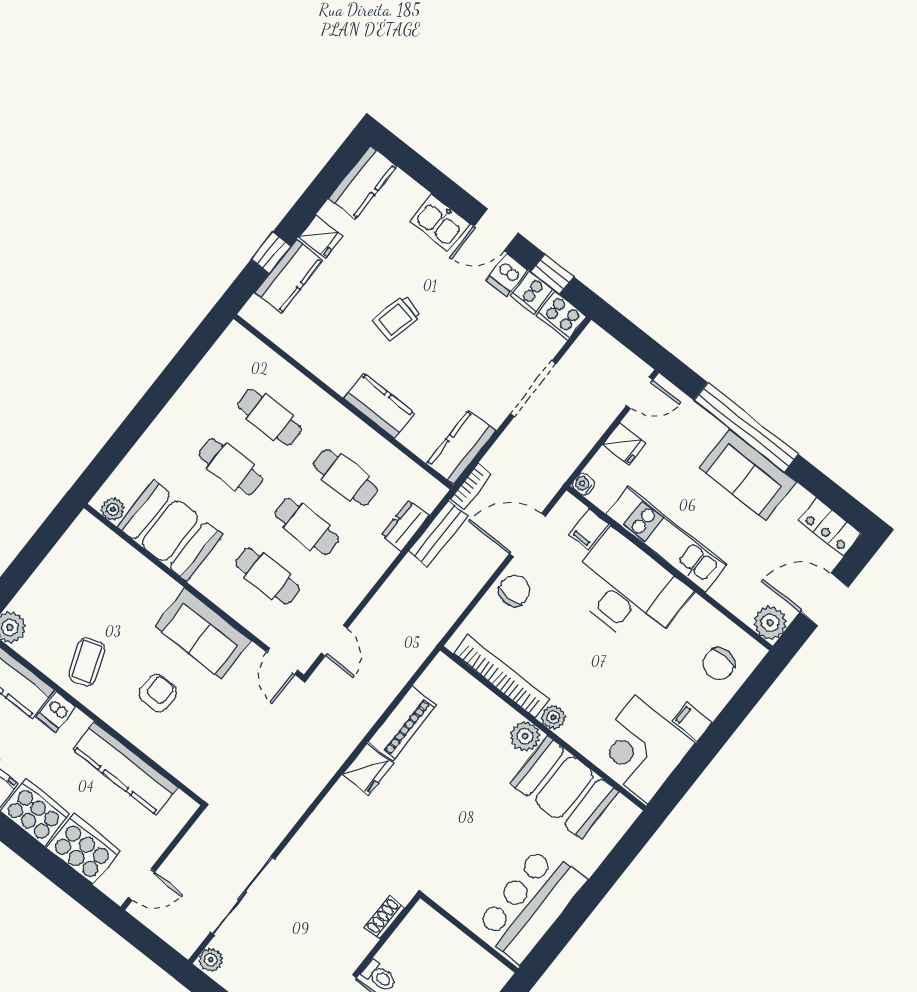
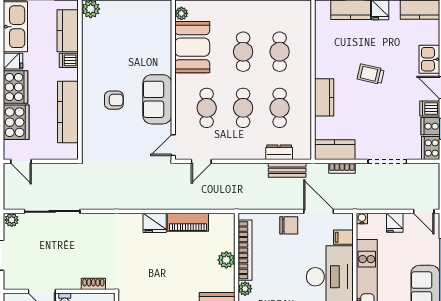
bookcase: (471, 487) -> (342, 168), moved
coffee table: (87, 662) -> (103, 56), removed
plant: (525, 736) -> (226, 260), moved

